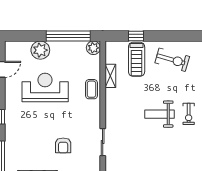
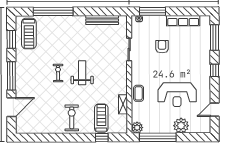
exercise bike: (172, 60) -> (72, 118), turned 74
weight bench: (159, 114) -> (82, 73), turned -90

